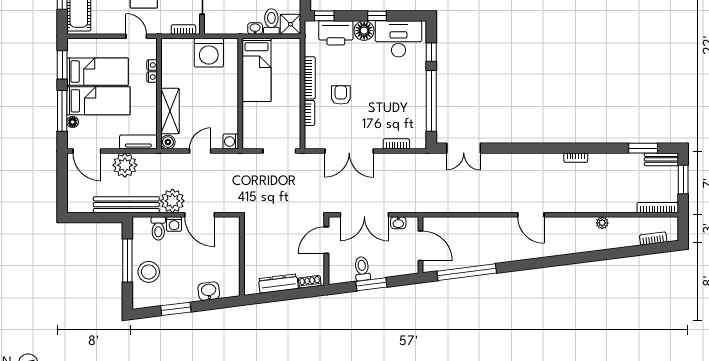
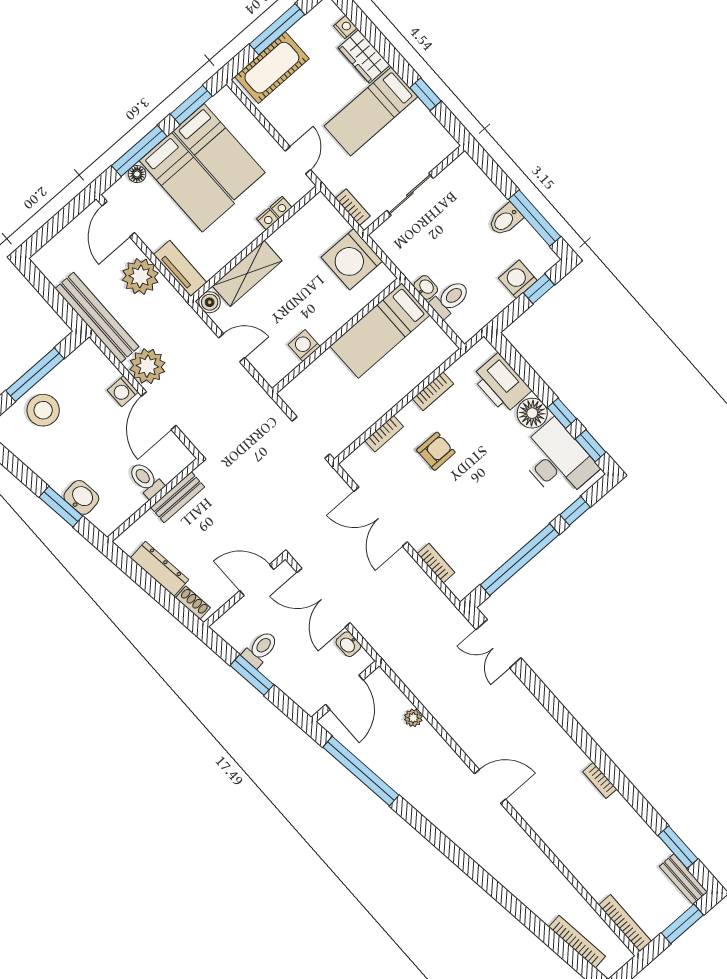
window: (324, 16) -> (591, 446), moved
shower: (291, 24) -> (466, 323), removed
bookcase: (310, 78) -> (433, 391), width x0.64
washing machine: (231, 141) -> (304, 346), moved
door: (531, 215) -> (490, 786), swing flipped
plant: (602, 223) -> (413, 718), moved
toilet: (158, 228) -> (146, 480), moved, turned 90
bookcase: (653, 238) -> (577, 942), width x1.56
bench: (251, 243) -> (178, 497), added
window: (176, 309) -> (61, 507), moved

